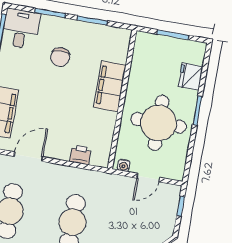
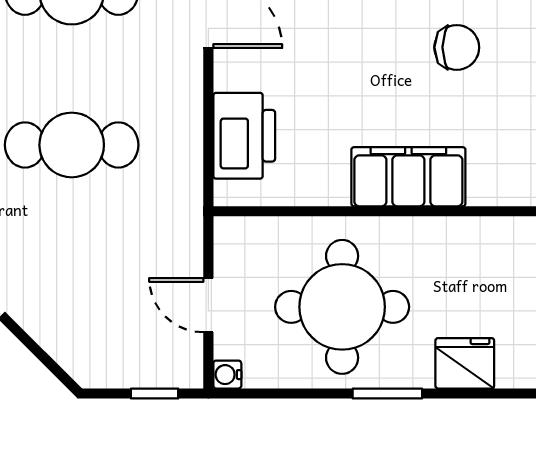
chair: (60, 57) -> (457, 47), turned 180
printer: (80, 155) -> (244, 136), width x1.87, depth x1.48
water cooler: (124, 165) -> (227, 375), moved

